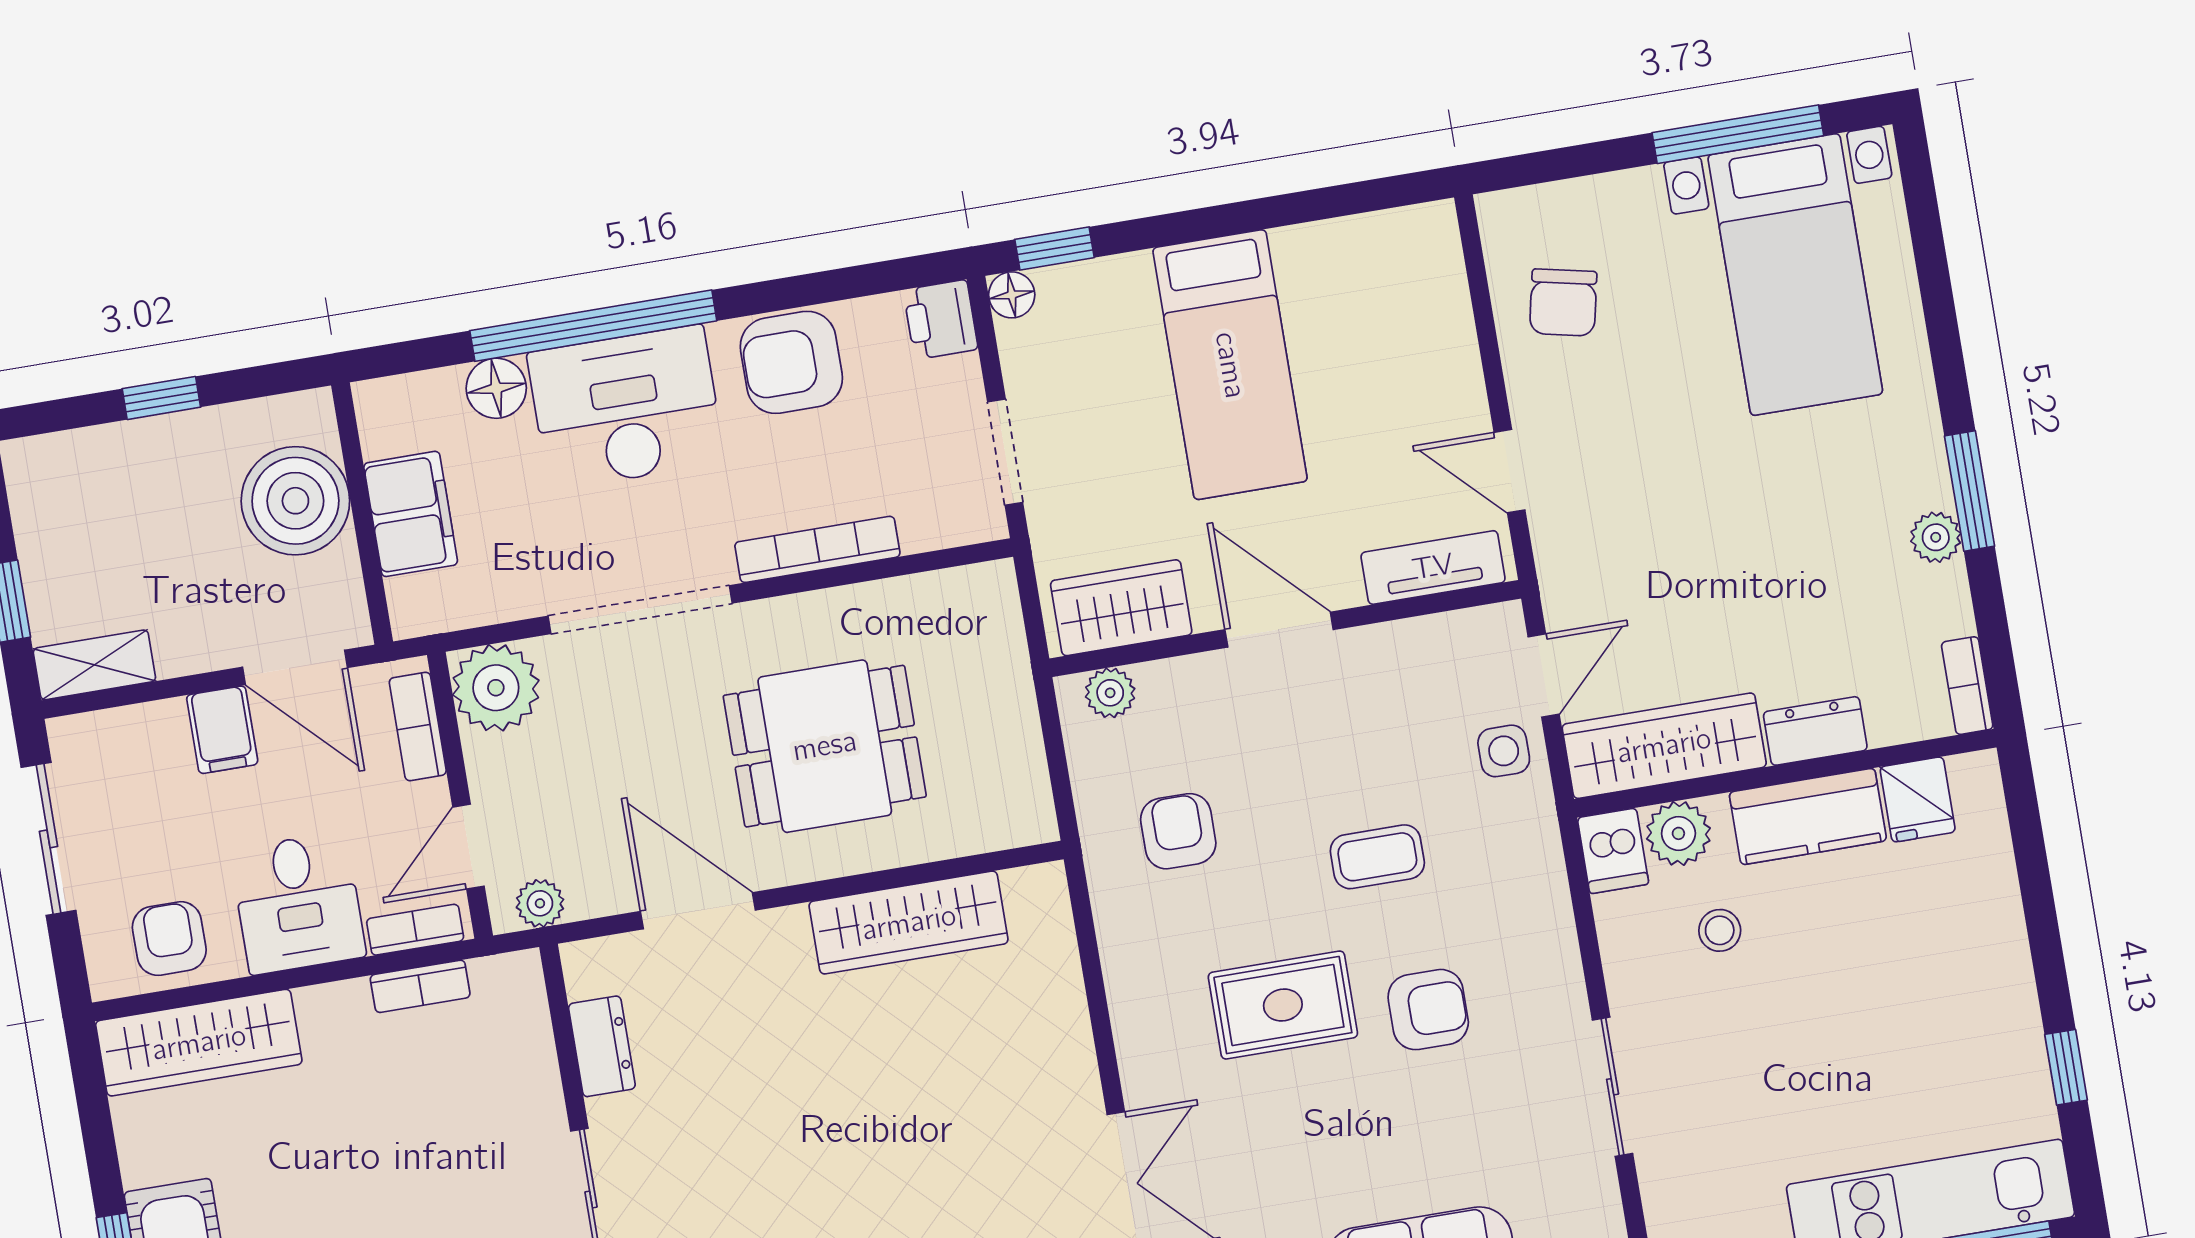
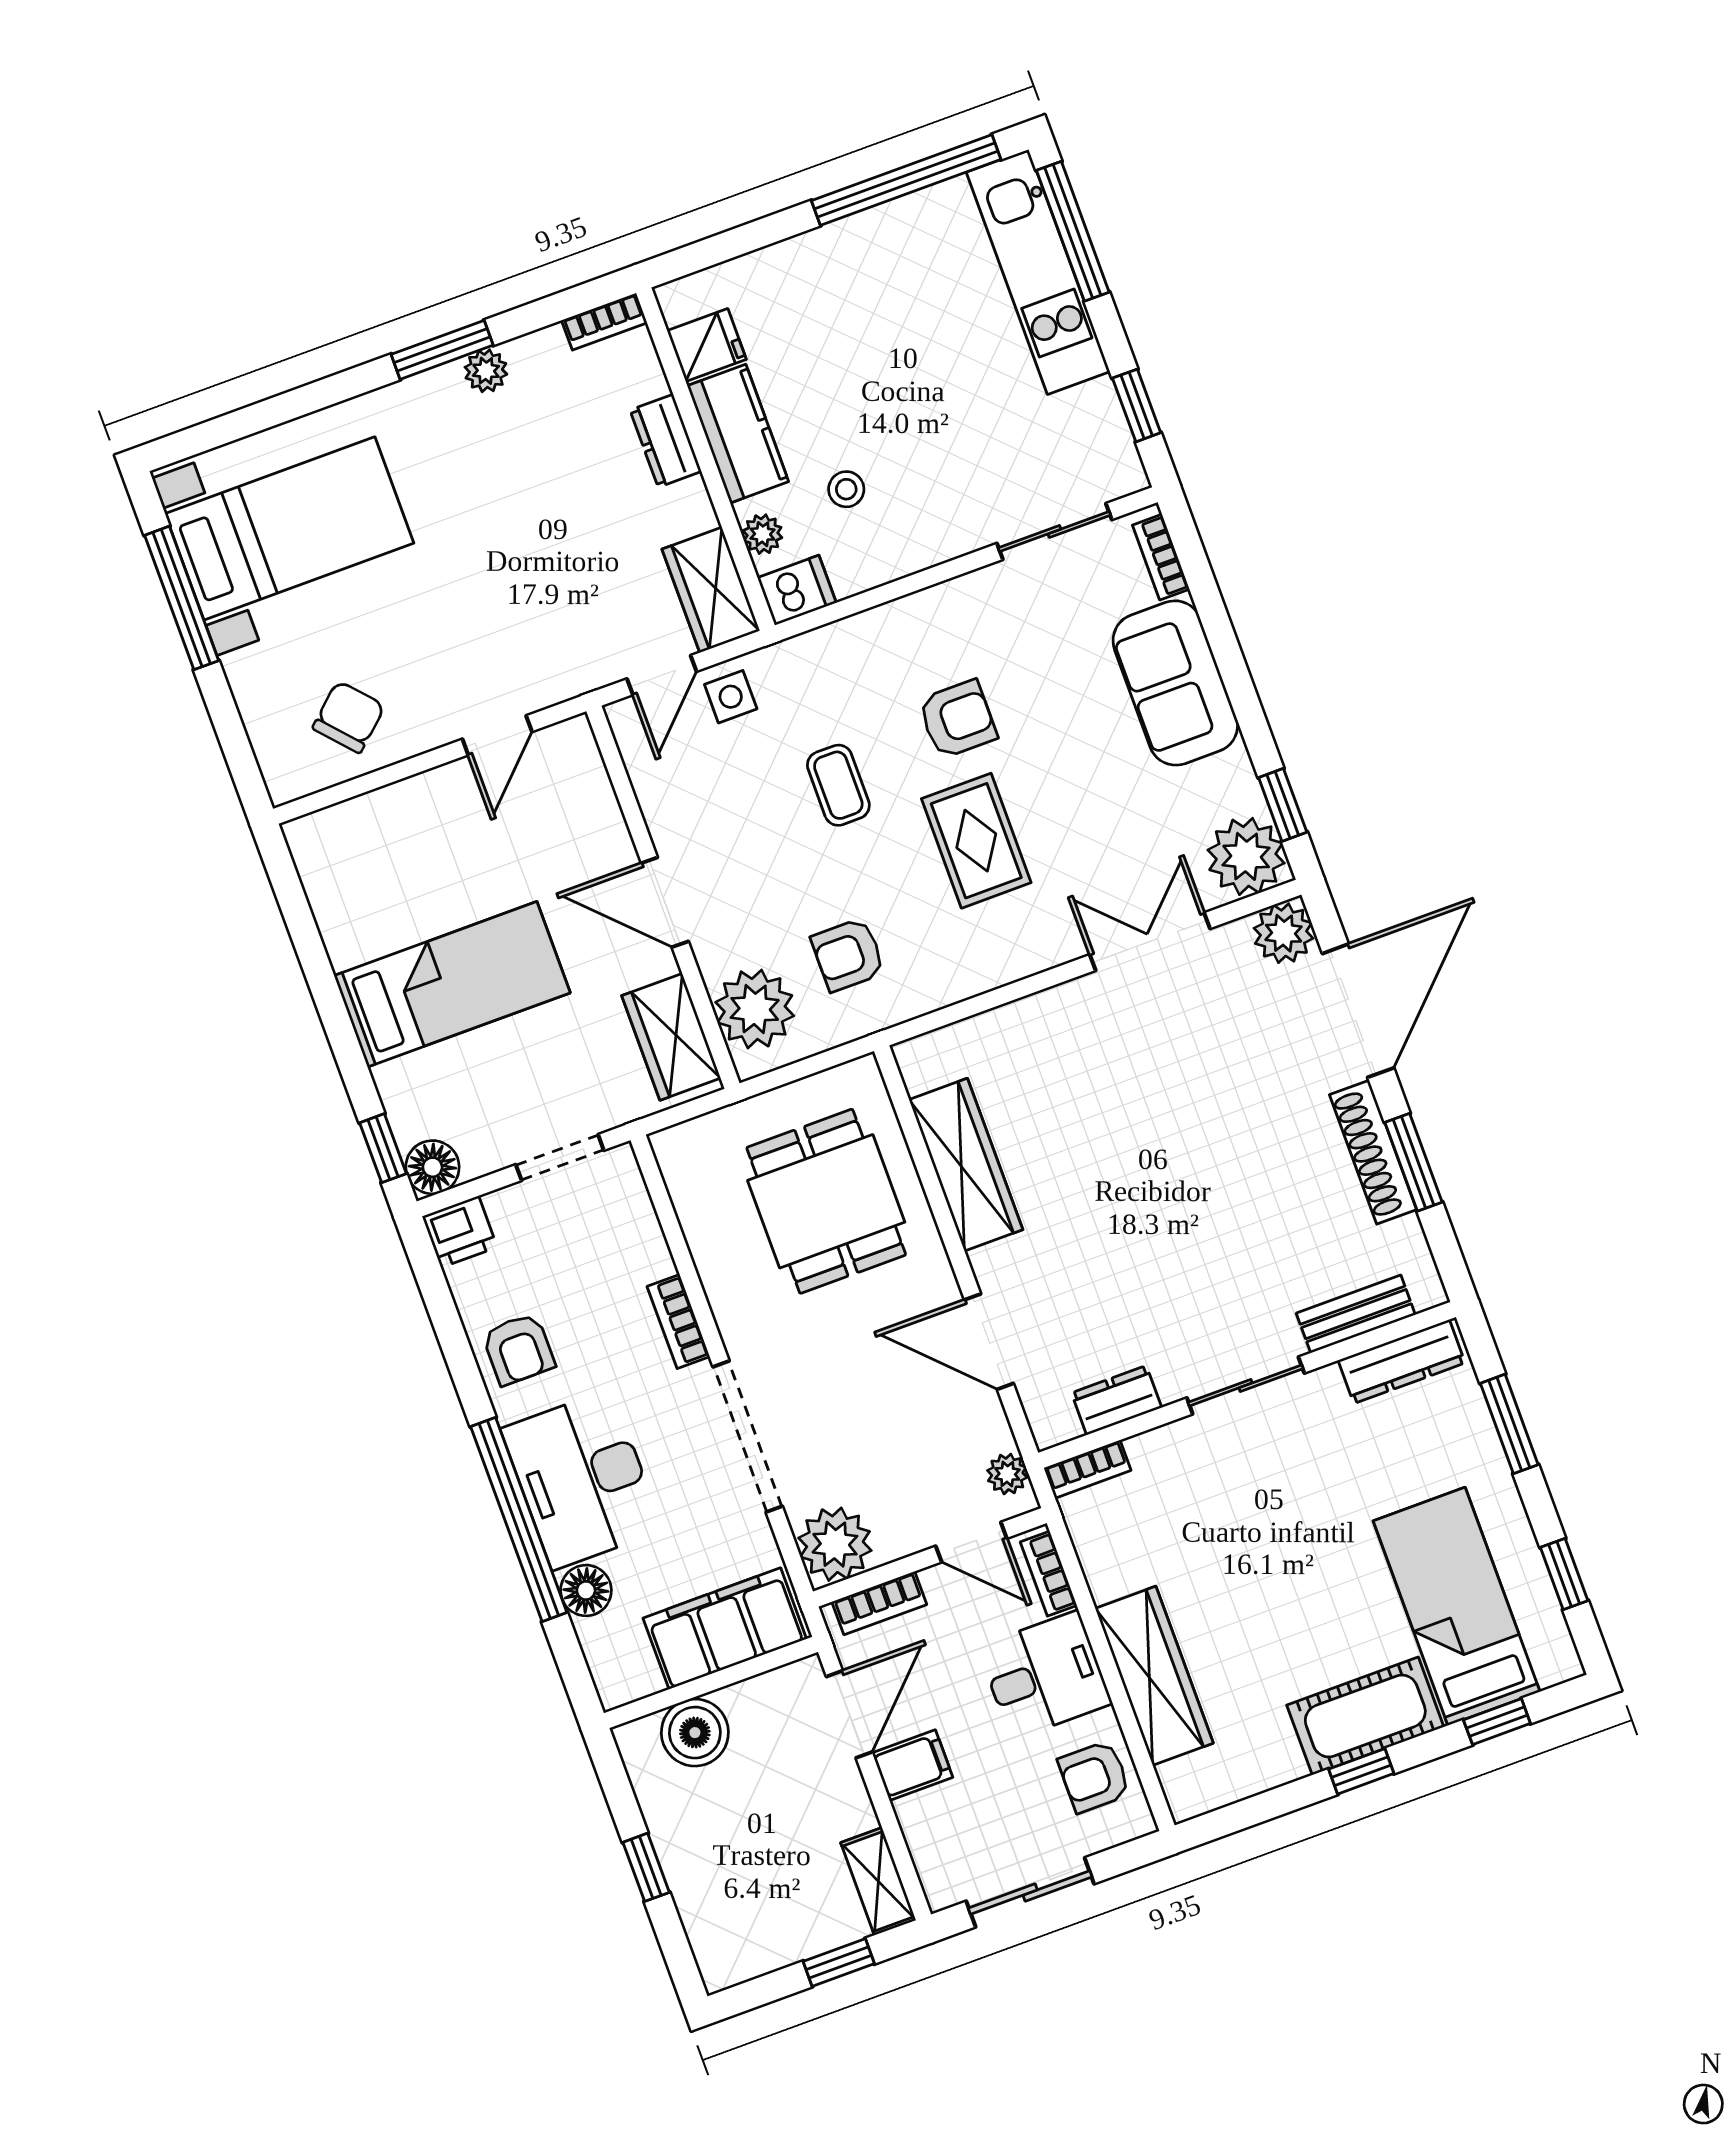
floor lamp: (1012, 295) -> (432, 1167), width x1.37, depth x1.37
chair: (1563, 303) -> (349, 717), turned -54
armchair: (791, 362) -> (519, 1349), width x0.72, depth x0.72
boiler: (295, 501) -> (695, 1733), width x0.73, depth x0.73
filing cabinet: (411, 514) -> (725, 1629), width x1.50, depth x1.17
bookcase: (817, 549) -> (678, 1322), width x0.64
tv unit: (1433, 567) -> (589, 784), removed
door: (1279, 630) -> (665, 902), hinge flipped
door: (1544, 675) -> (662, 675), swing flipped
plant: (1110, 693) -> (755, 1009), width x1.88, depth x1.88
dining table: (825, 746) -> (826, 1201), moved
wardrobe: (1664, 746) -> (711, 590), width x0.67
plant: (1678, 833) -> (763, 534), width x0.73, depth x0.73
door: (698, 911) -> (989, 1342), hinge flipped
bookcase: (420, 986) -> (1087, 1469), moved, turned 90
armchair: (1428, 1010) -> (957, 719), turned 90
wardrobe: (199, 1043) -> (1154, 1676), moved
window: (2066, 1067) -> (906, 180), width x3.17
sliding door: (1613, 1087) -> (1054, 531), moved

